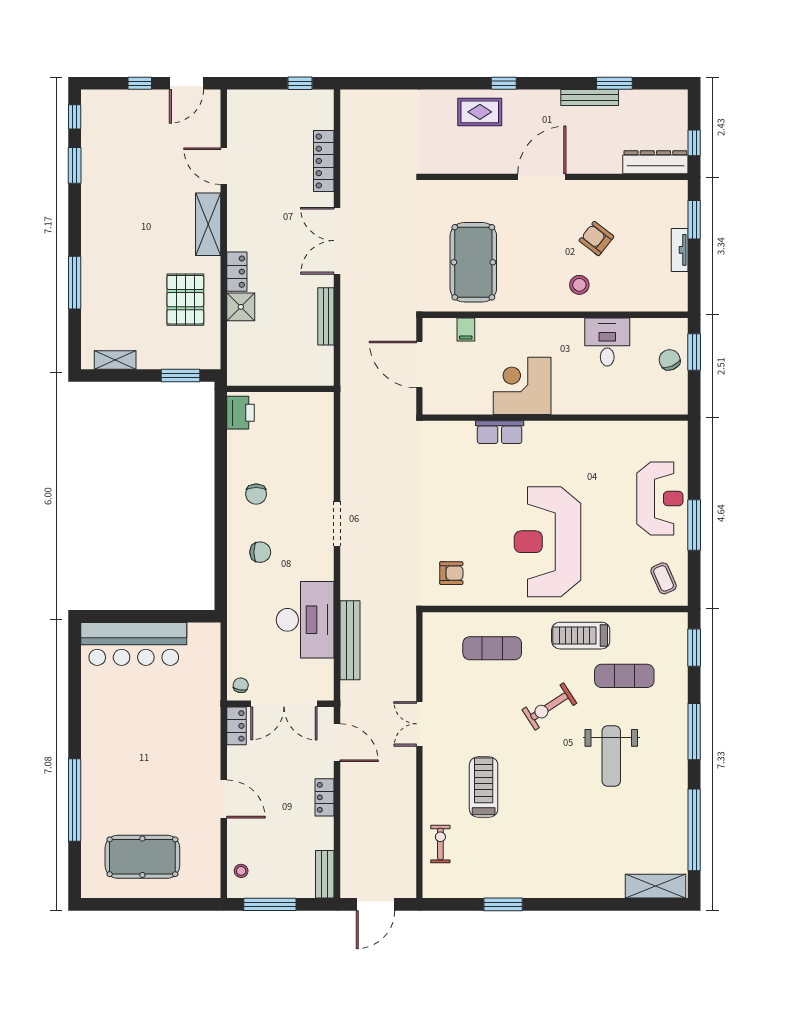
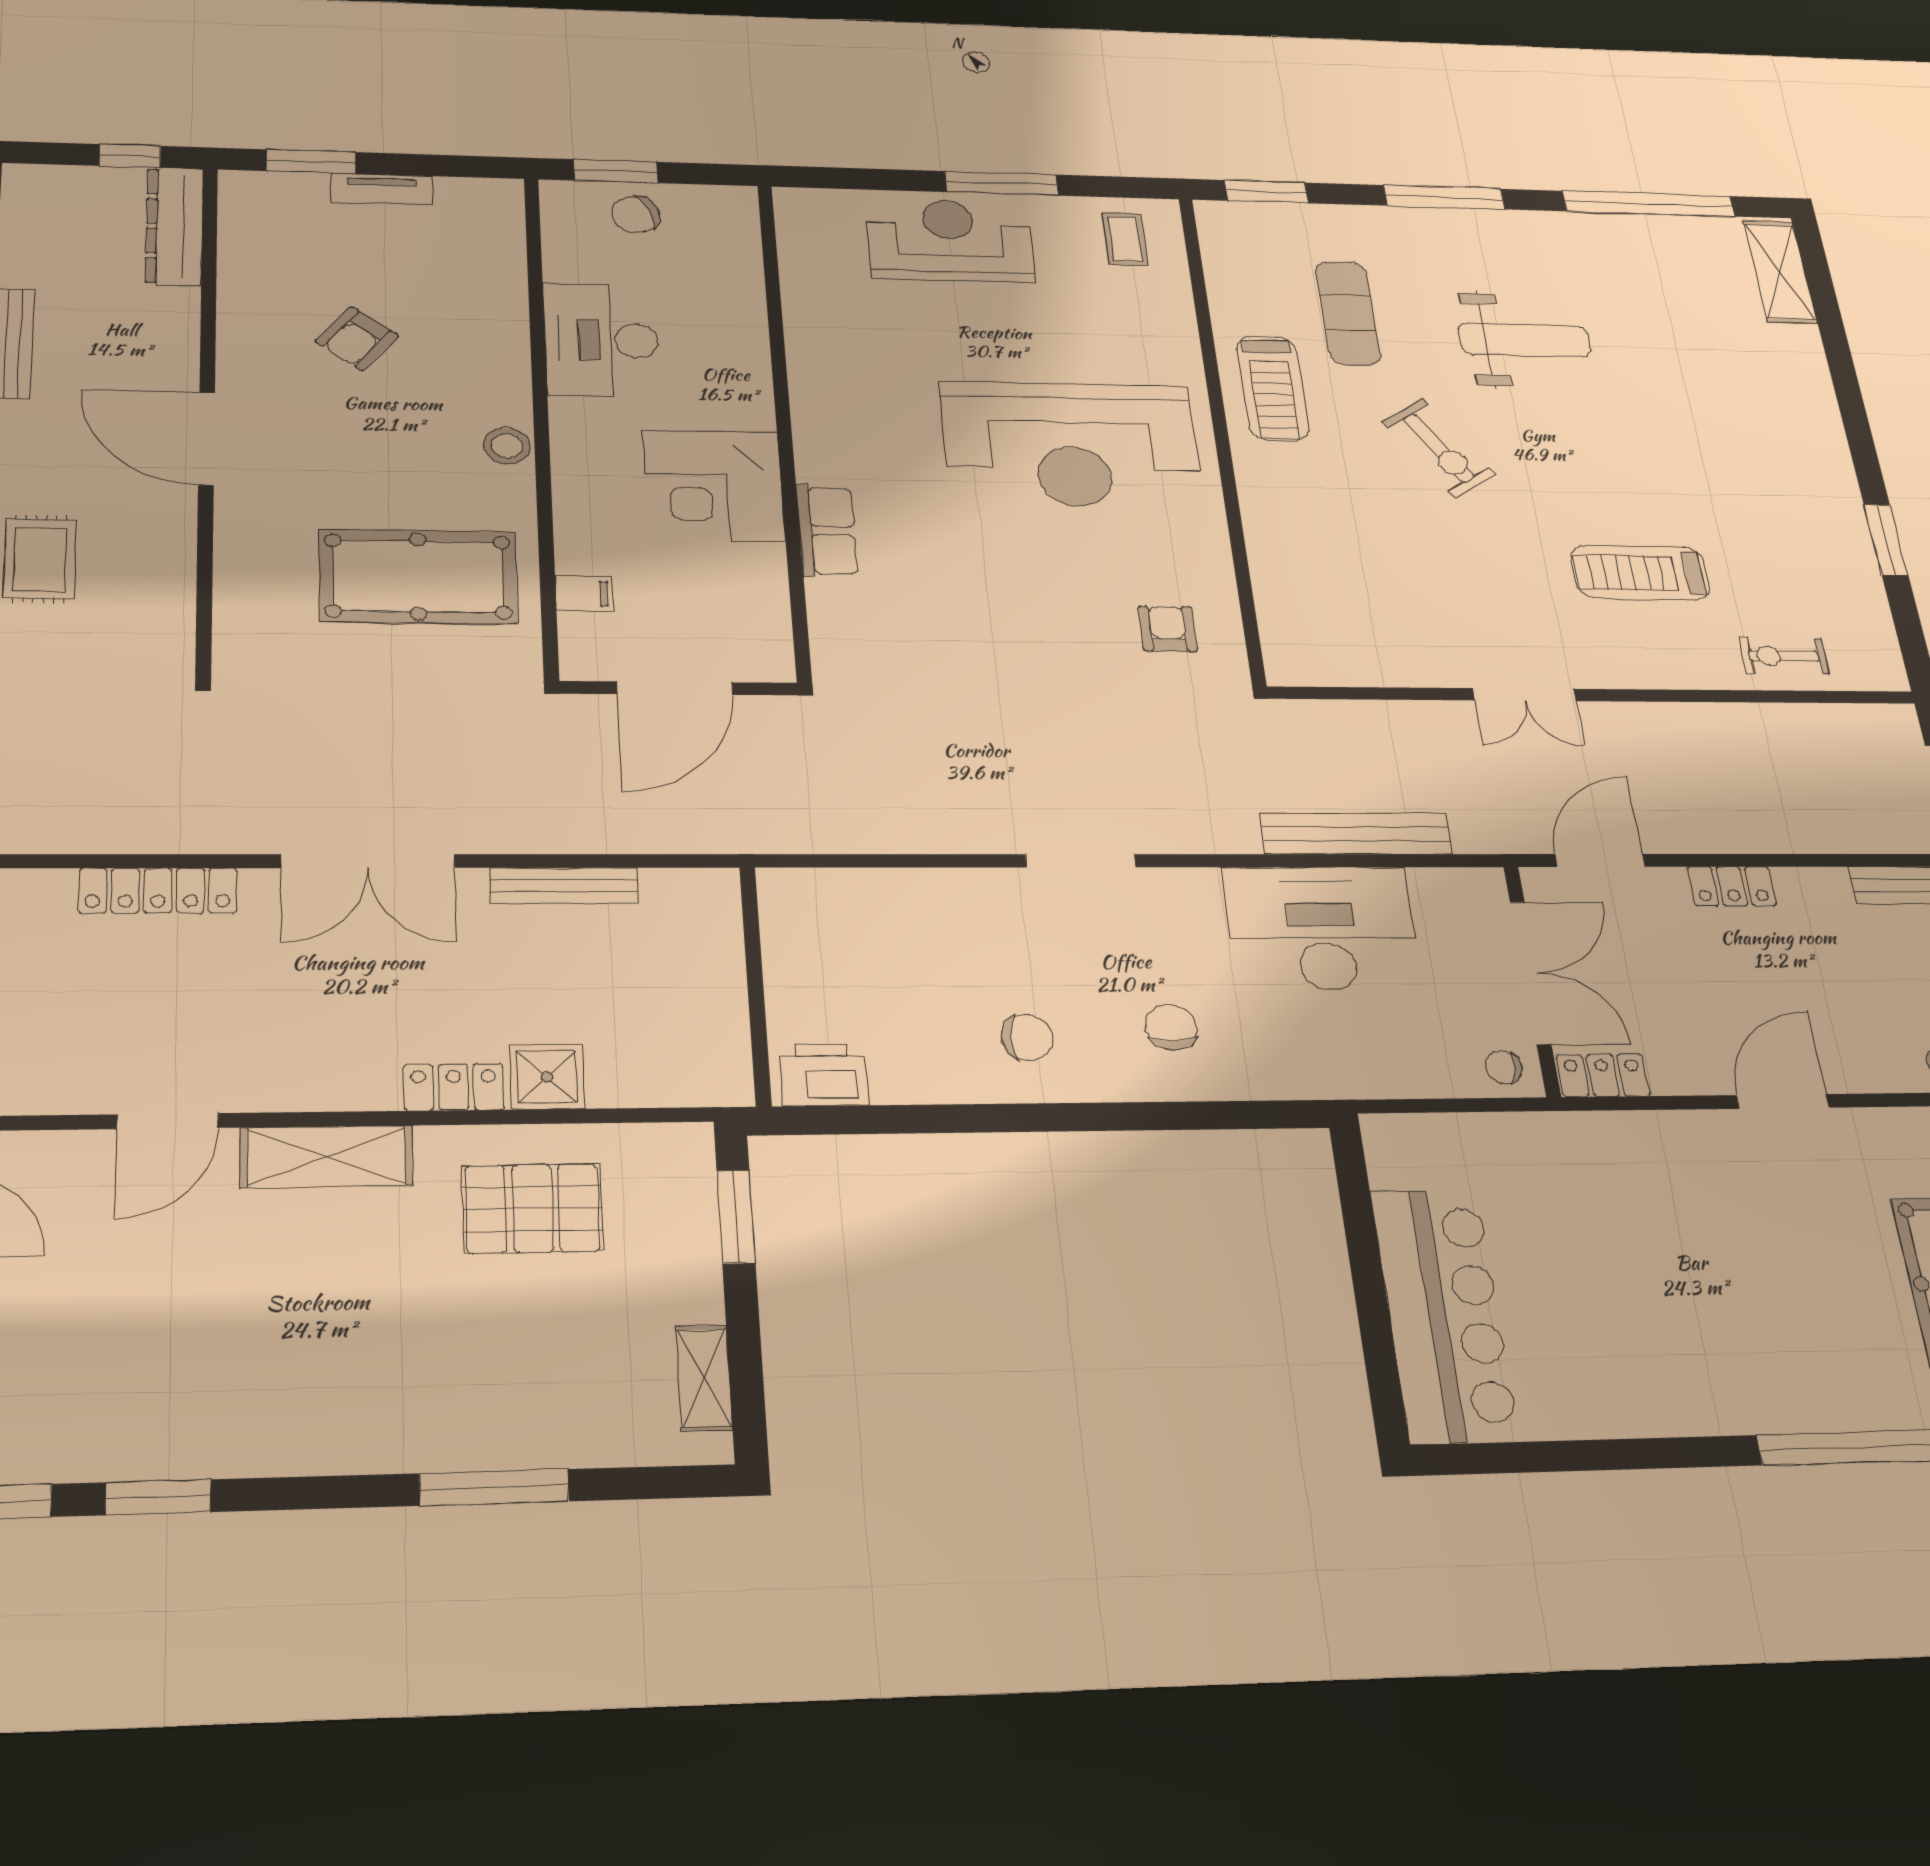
stool: (579, 285) -> (507, 446), moved
desk: (607, 342) -> (602, 340), width x1.37
coffee table: (664, 578) -> (1125, 239), turned -66
exercise mat: (492, 648) -> (1328, 552), removed

